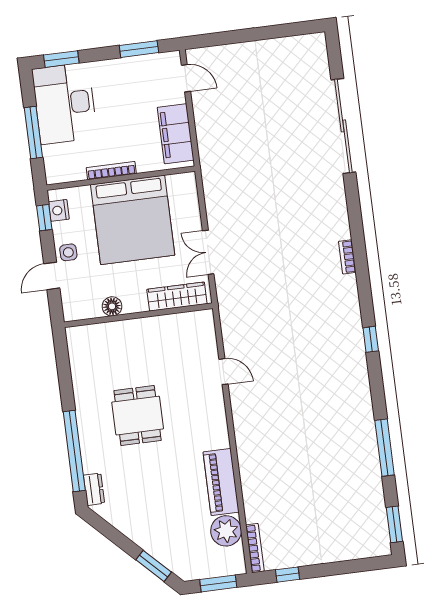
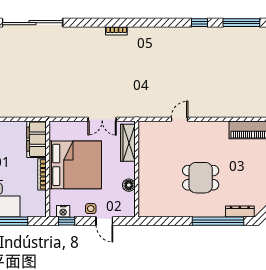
filing cabinet: (176, 134) -> (36, 139), moved, turned 90
window: (371, 339) -> (200, 23), moved
dresser: (94, 489) -> (240, 212), width x1.44

